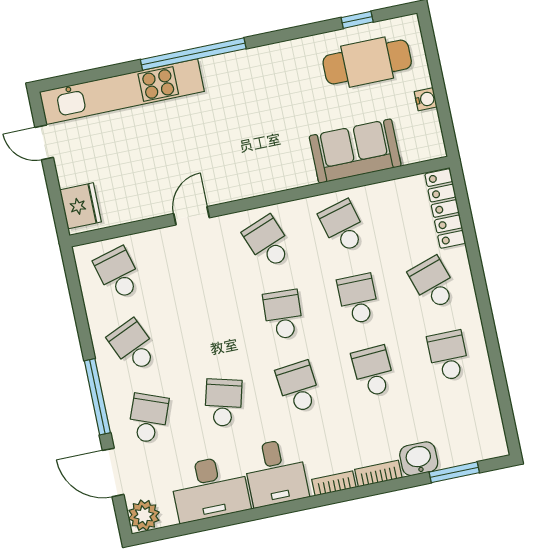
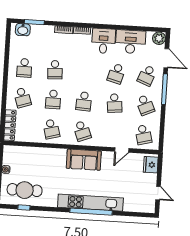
kitchen unit: (122, 92) -> (90, 203), moved
sofa: (355, 151) -> (84, 160), moved
door: (191, 216) -> (122, 150), moved
school desk: (298, 387) -> (114, 103), moved
washbasin: (419, 459) -> (23, 30), moved

